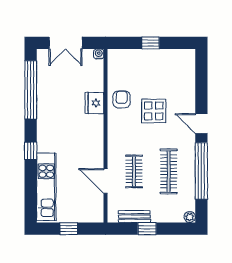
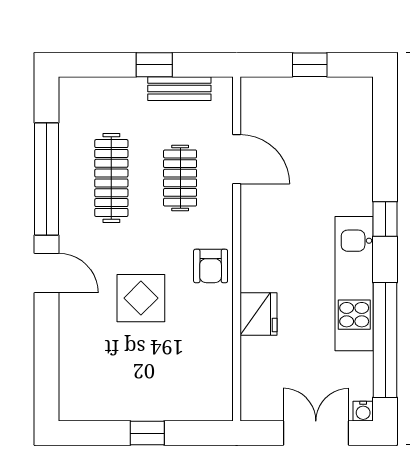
water cooler: (99, 54) -> (363, 411), moved
armchair: (122, 99) -> (211, 266), moved
kitchen unit: (46, 187) -> (354, 284), moved
plant: (190, 217) -> (70, 88), removed

